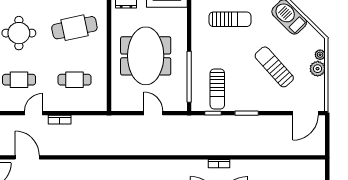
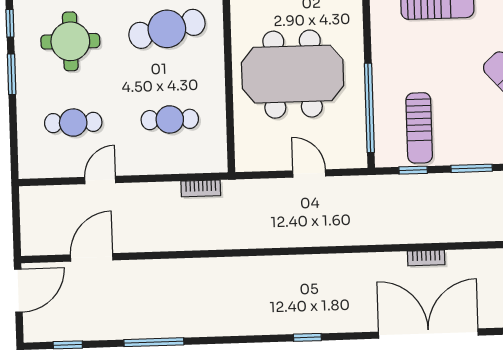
meeting table: (146, 56) -> (293, 74), turned 90
bookcase: (60, 120) -> (201, 188), moved
door: (27, 157) -> (92, 257), hinge flipped

